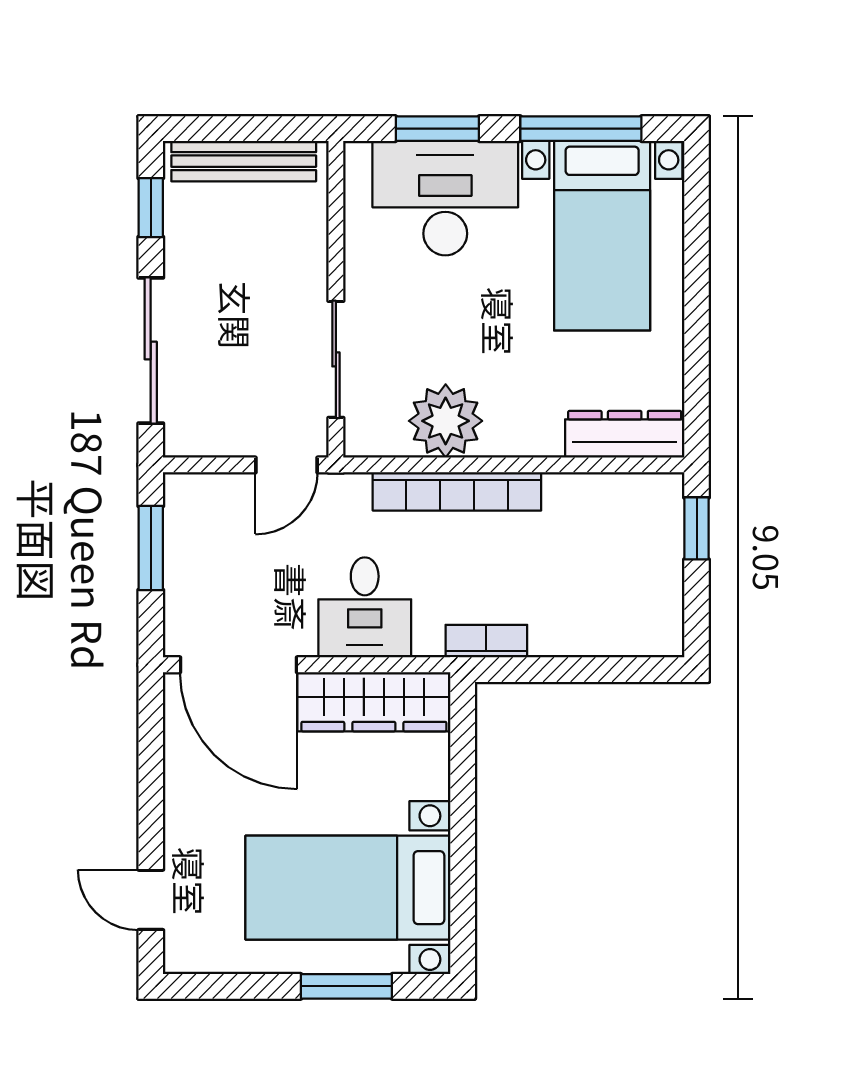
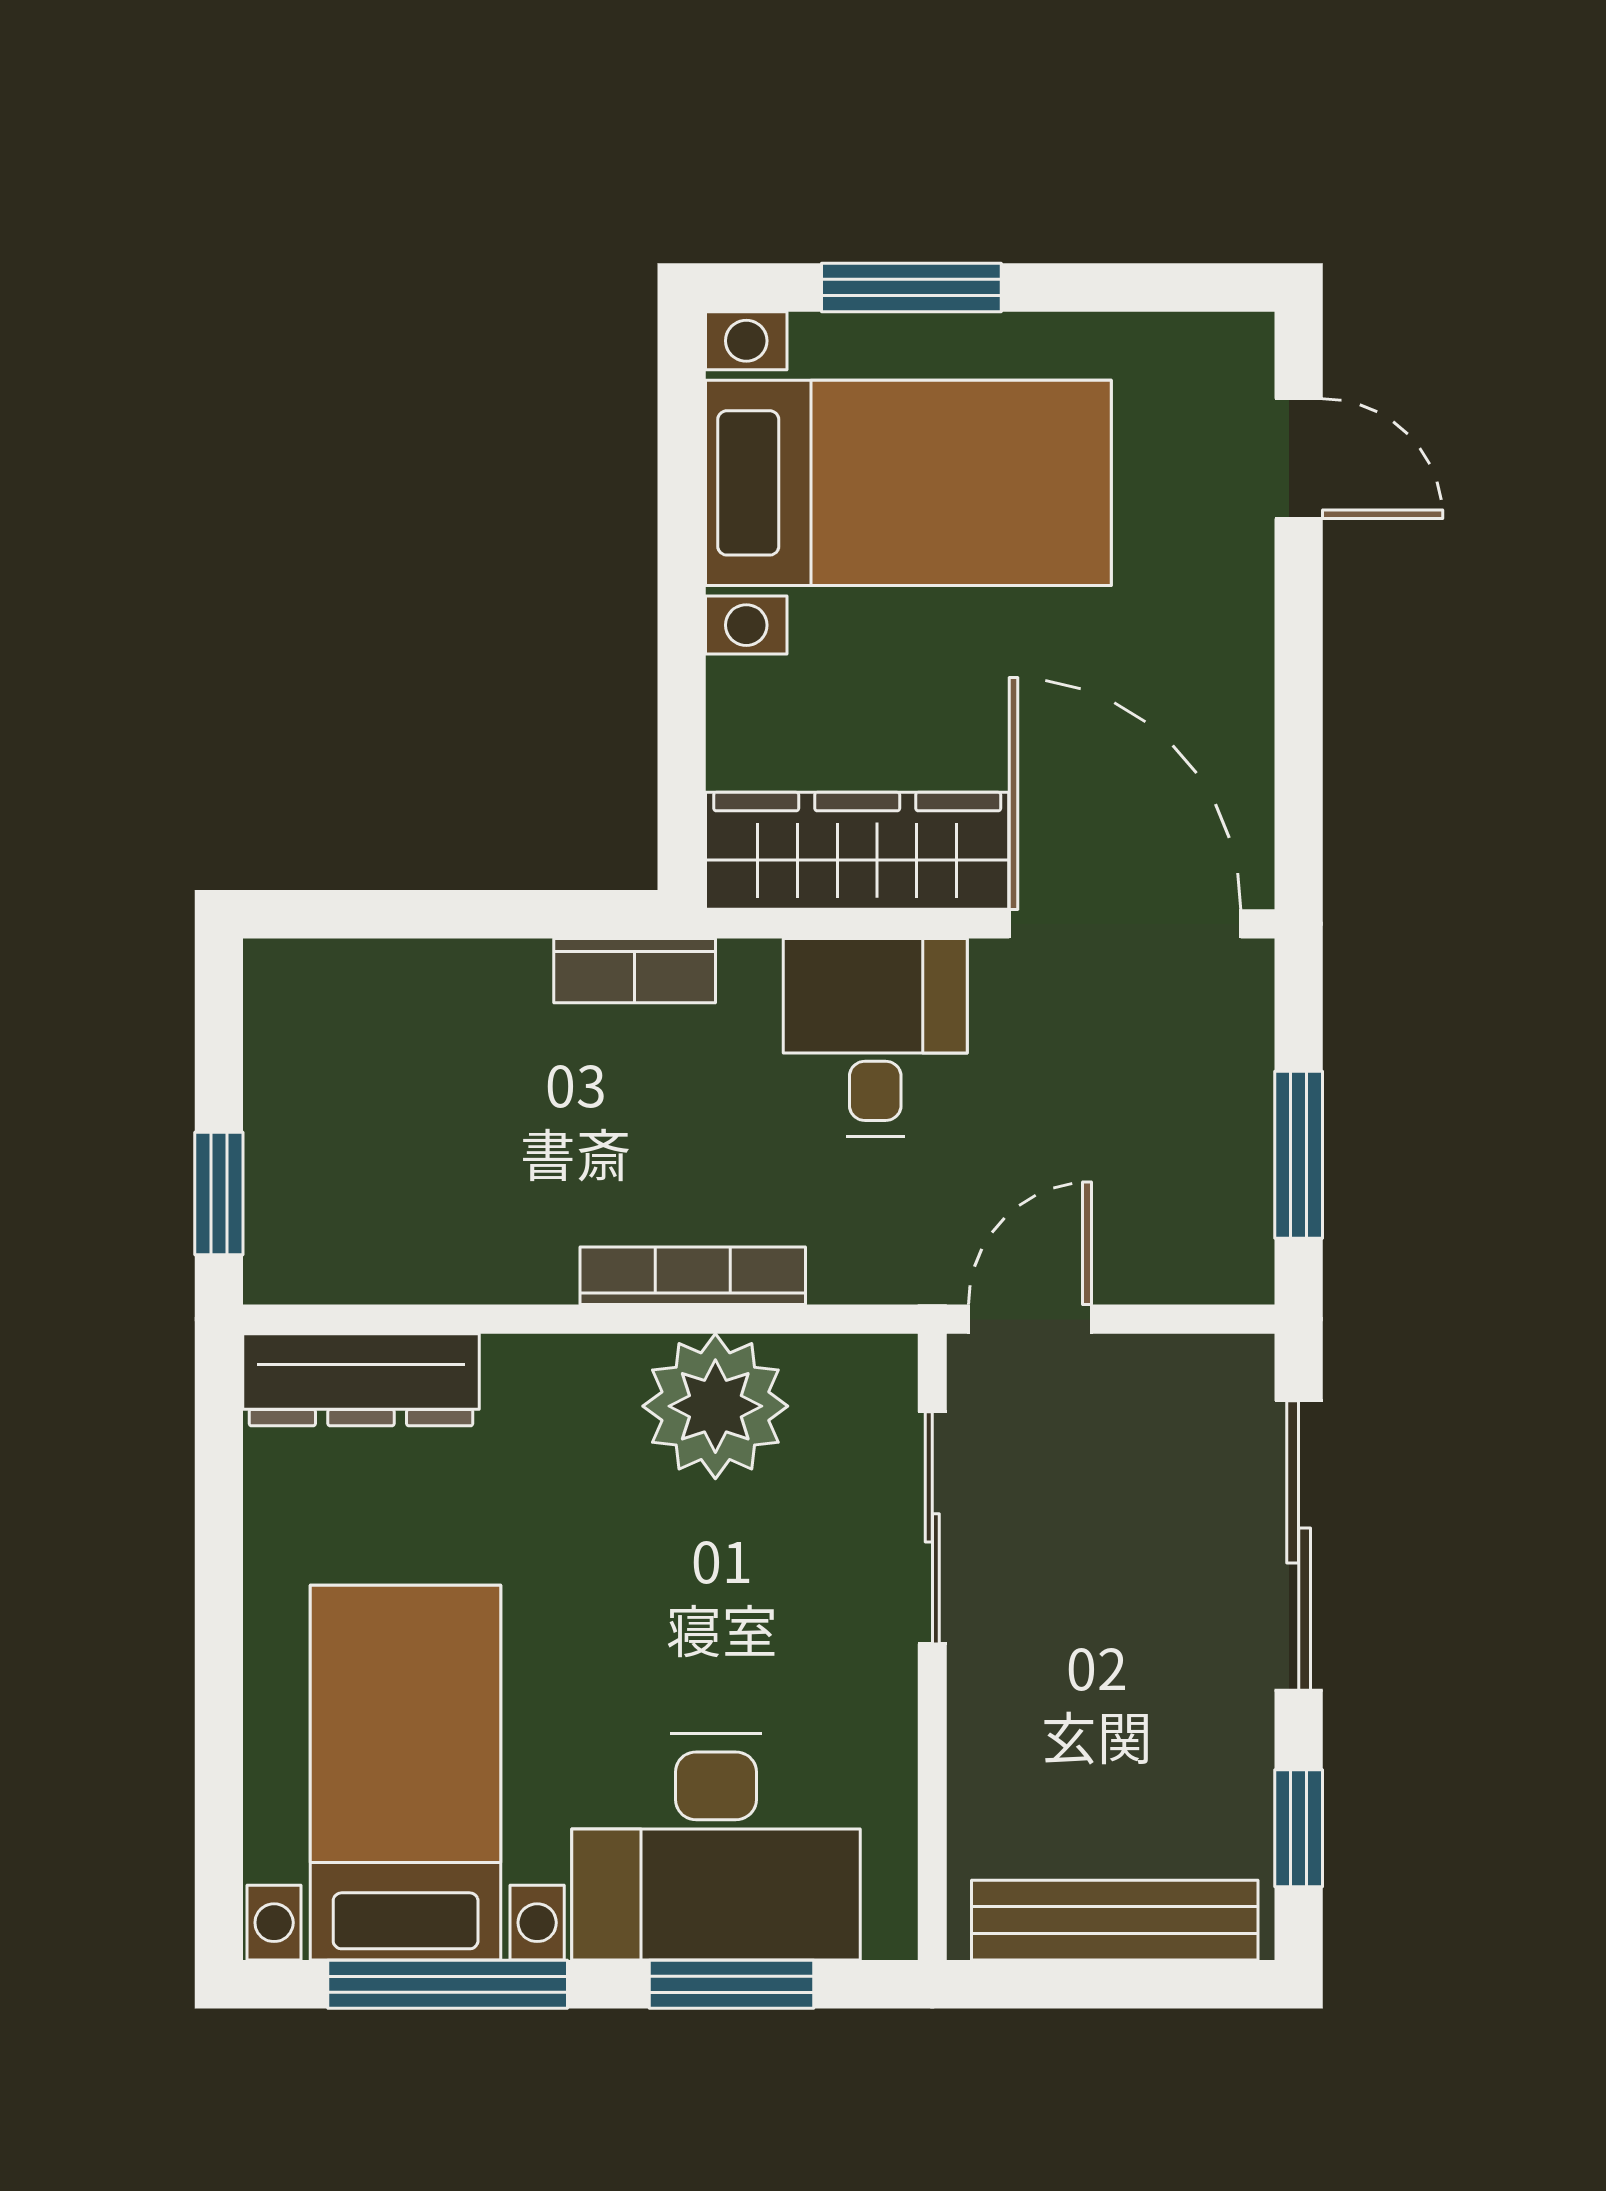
bookcase: (457, 491) -> (693, 1276), width x0.68, depth x0.76

